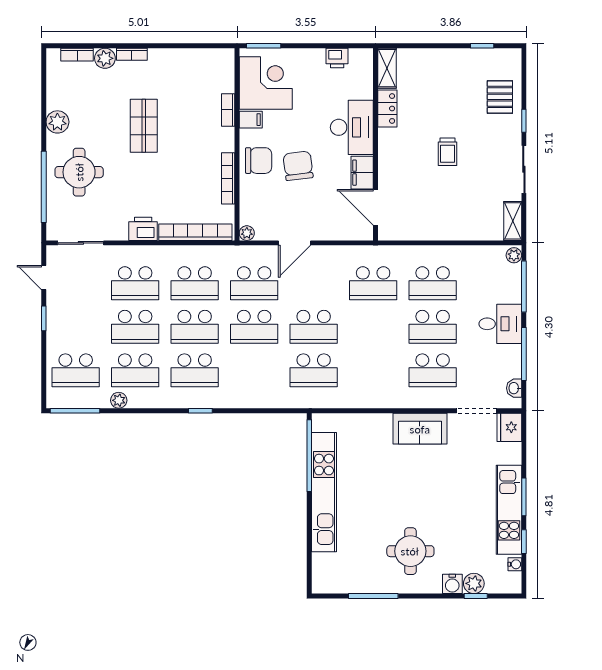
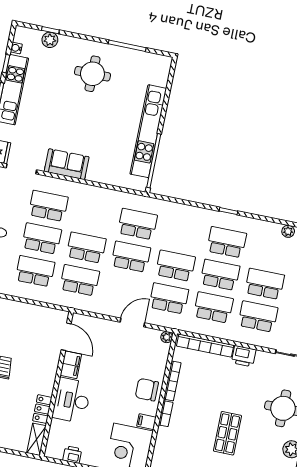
bookcase: (228, 110) -> (166, 414), moved
chair: (298, 166) -> (118, 380), removed
school desk: (135, 370) -> (86, 248), moved
water cooler: (452, 584) -> (66, 43), removed

